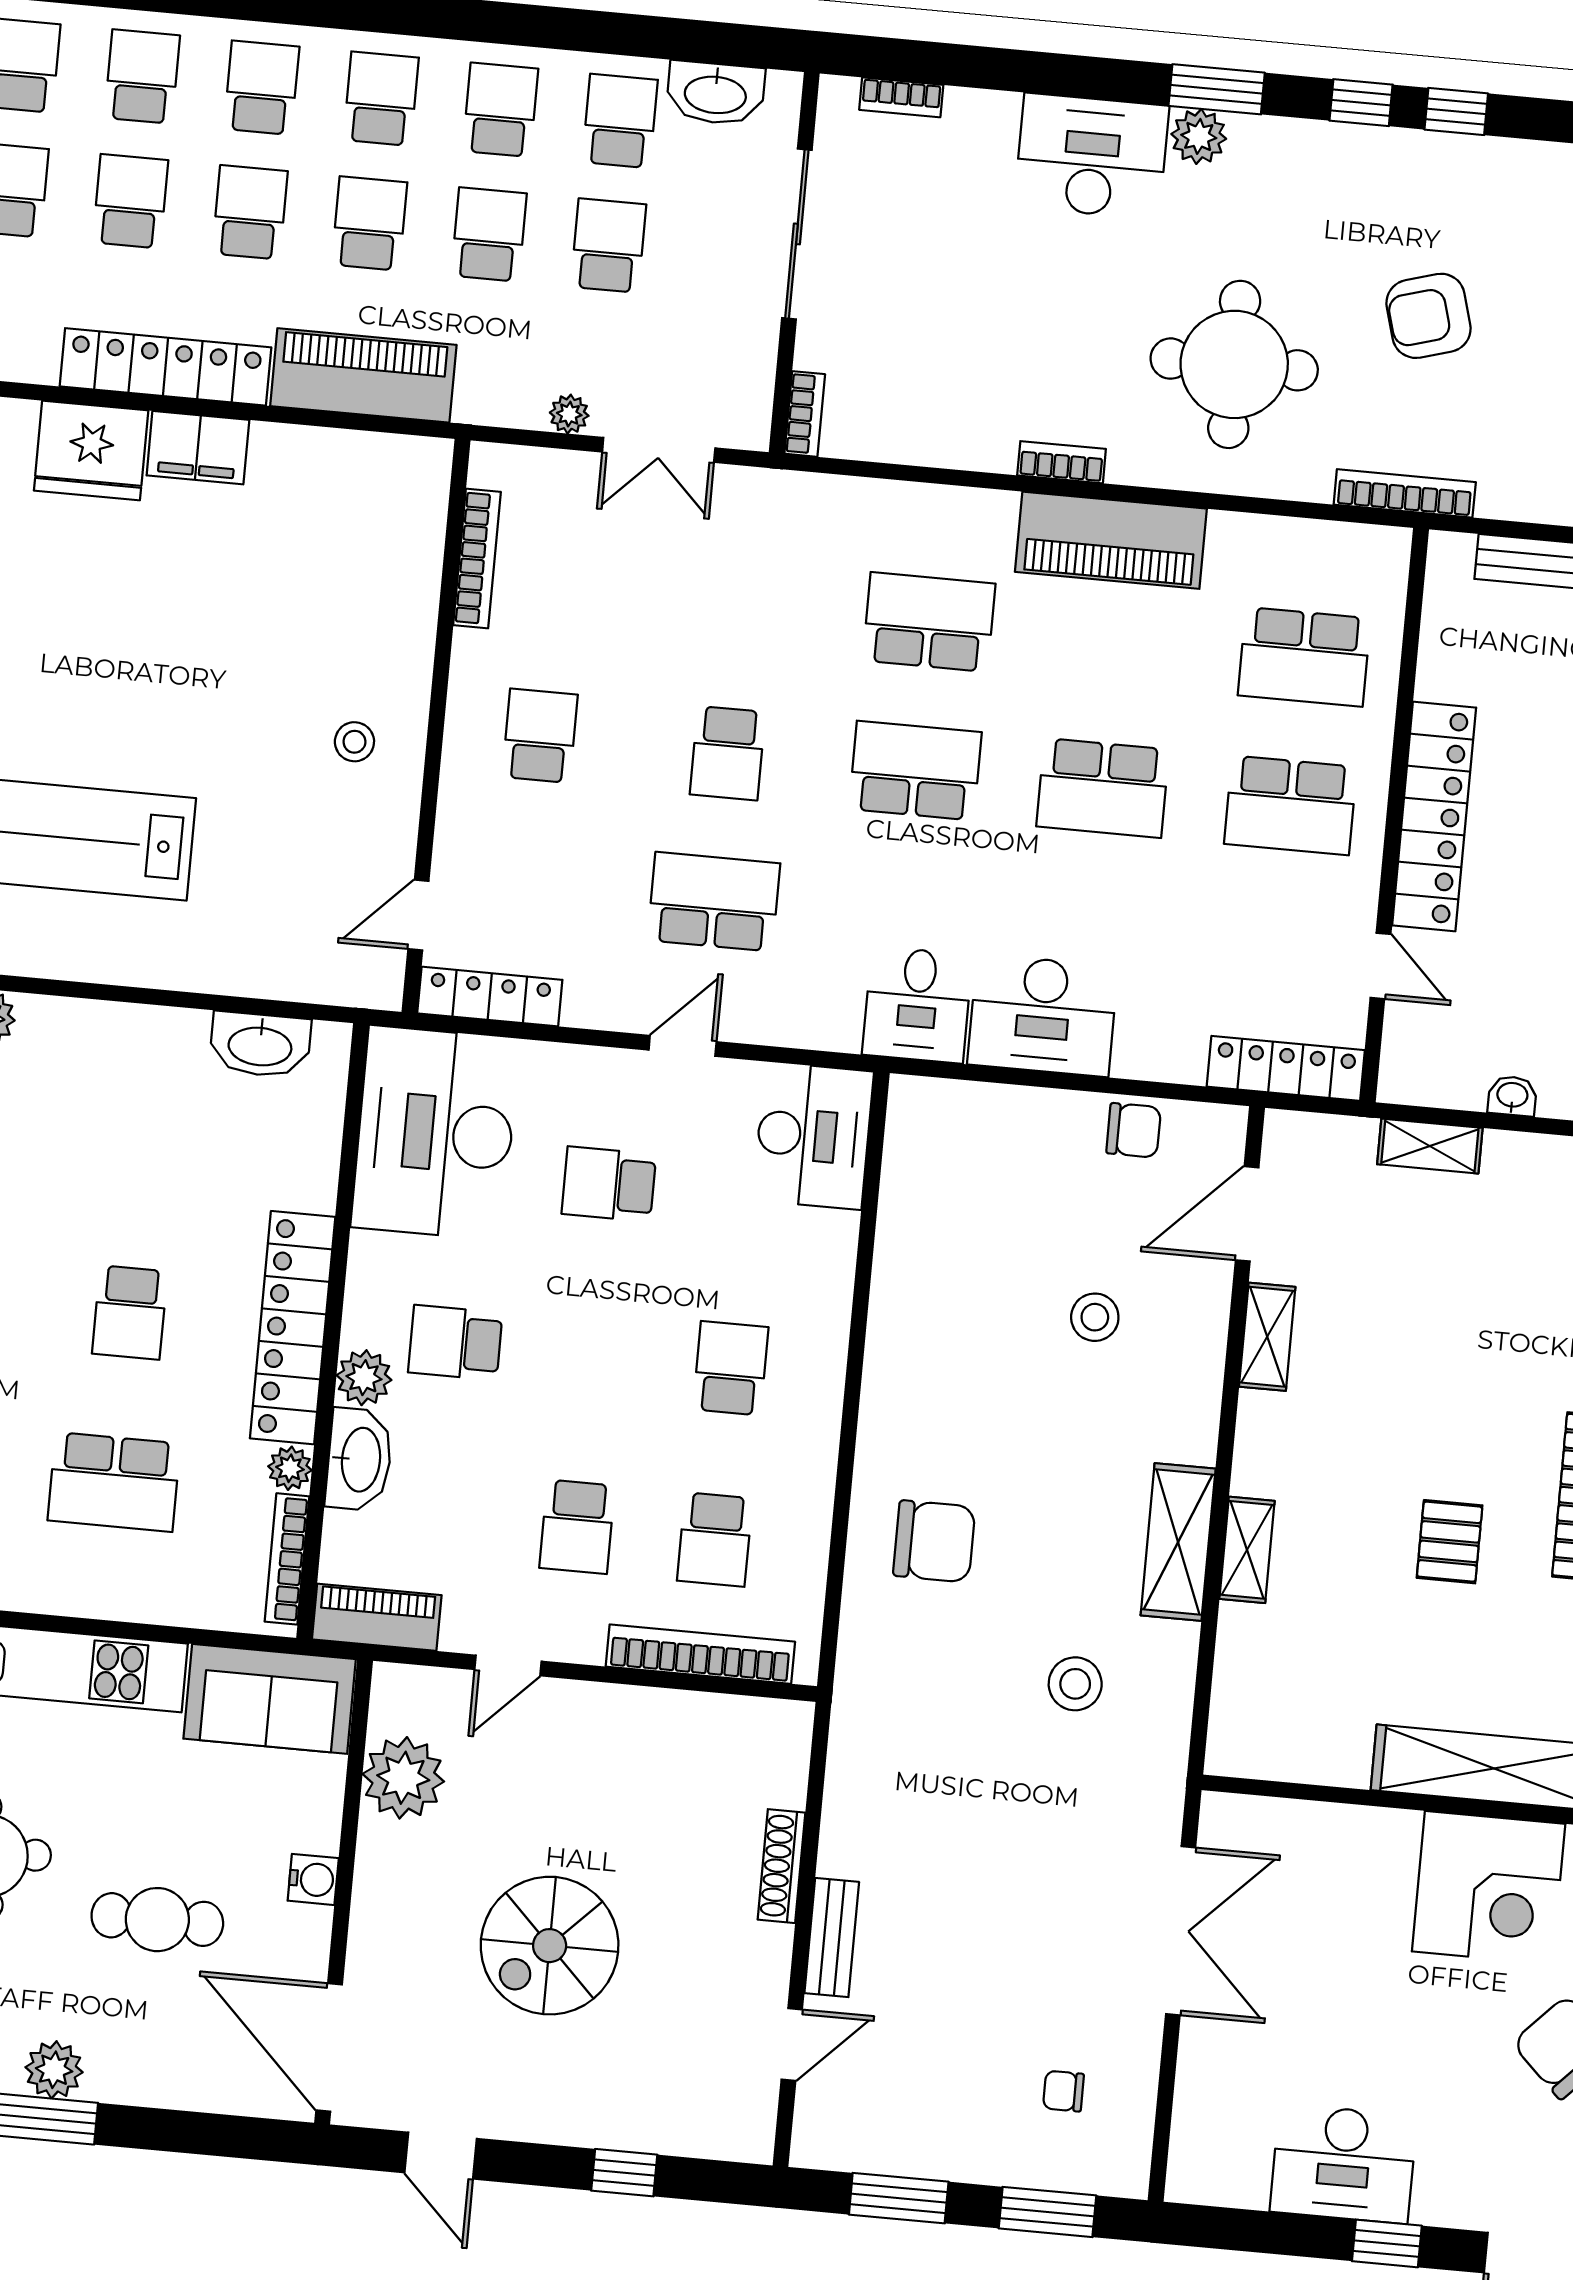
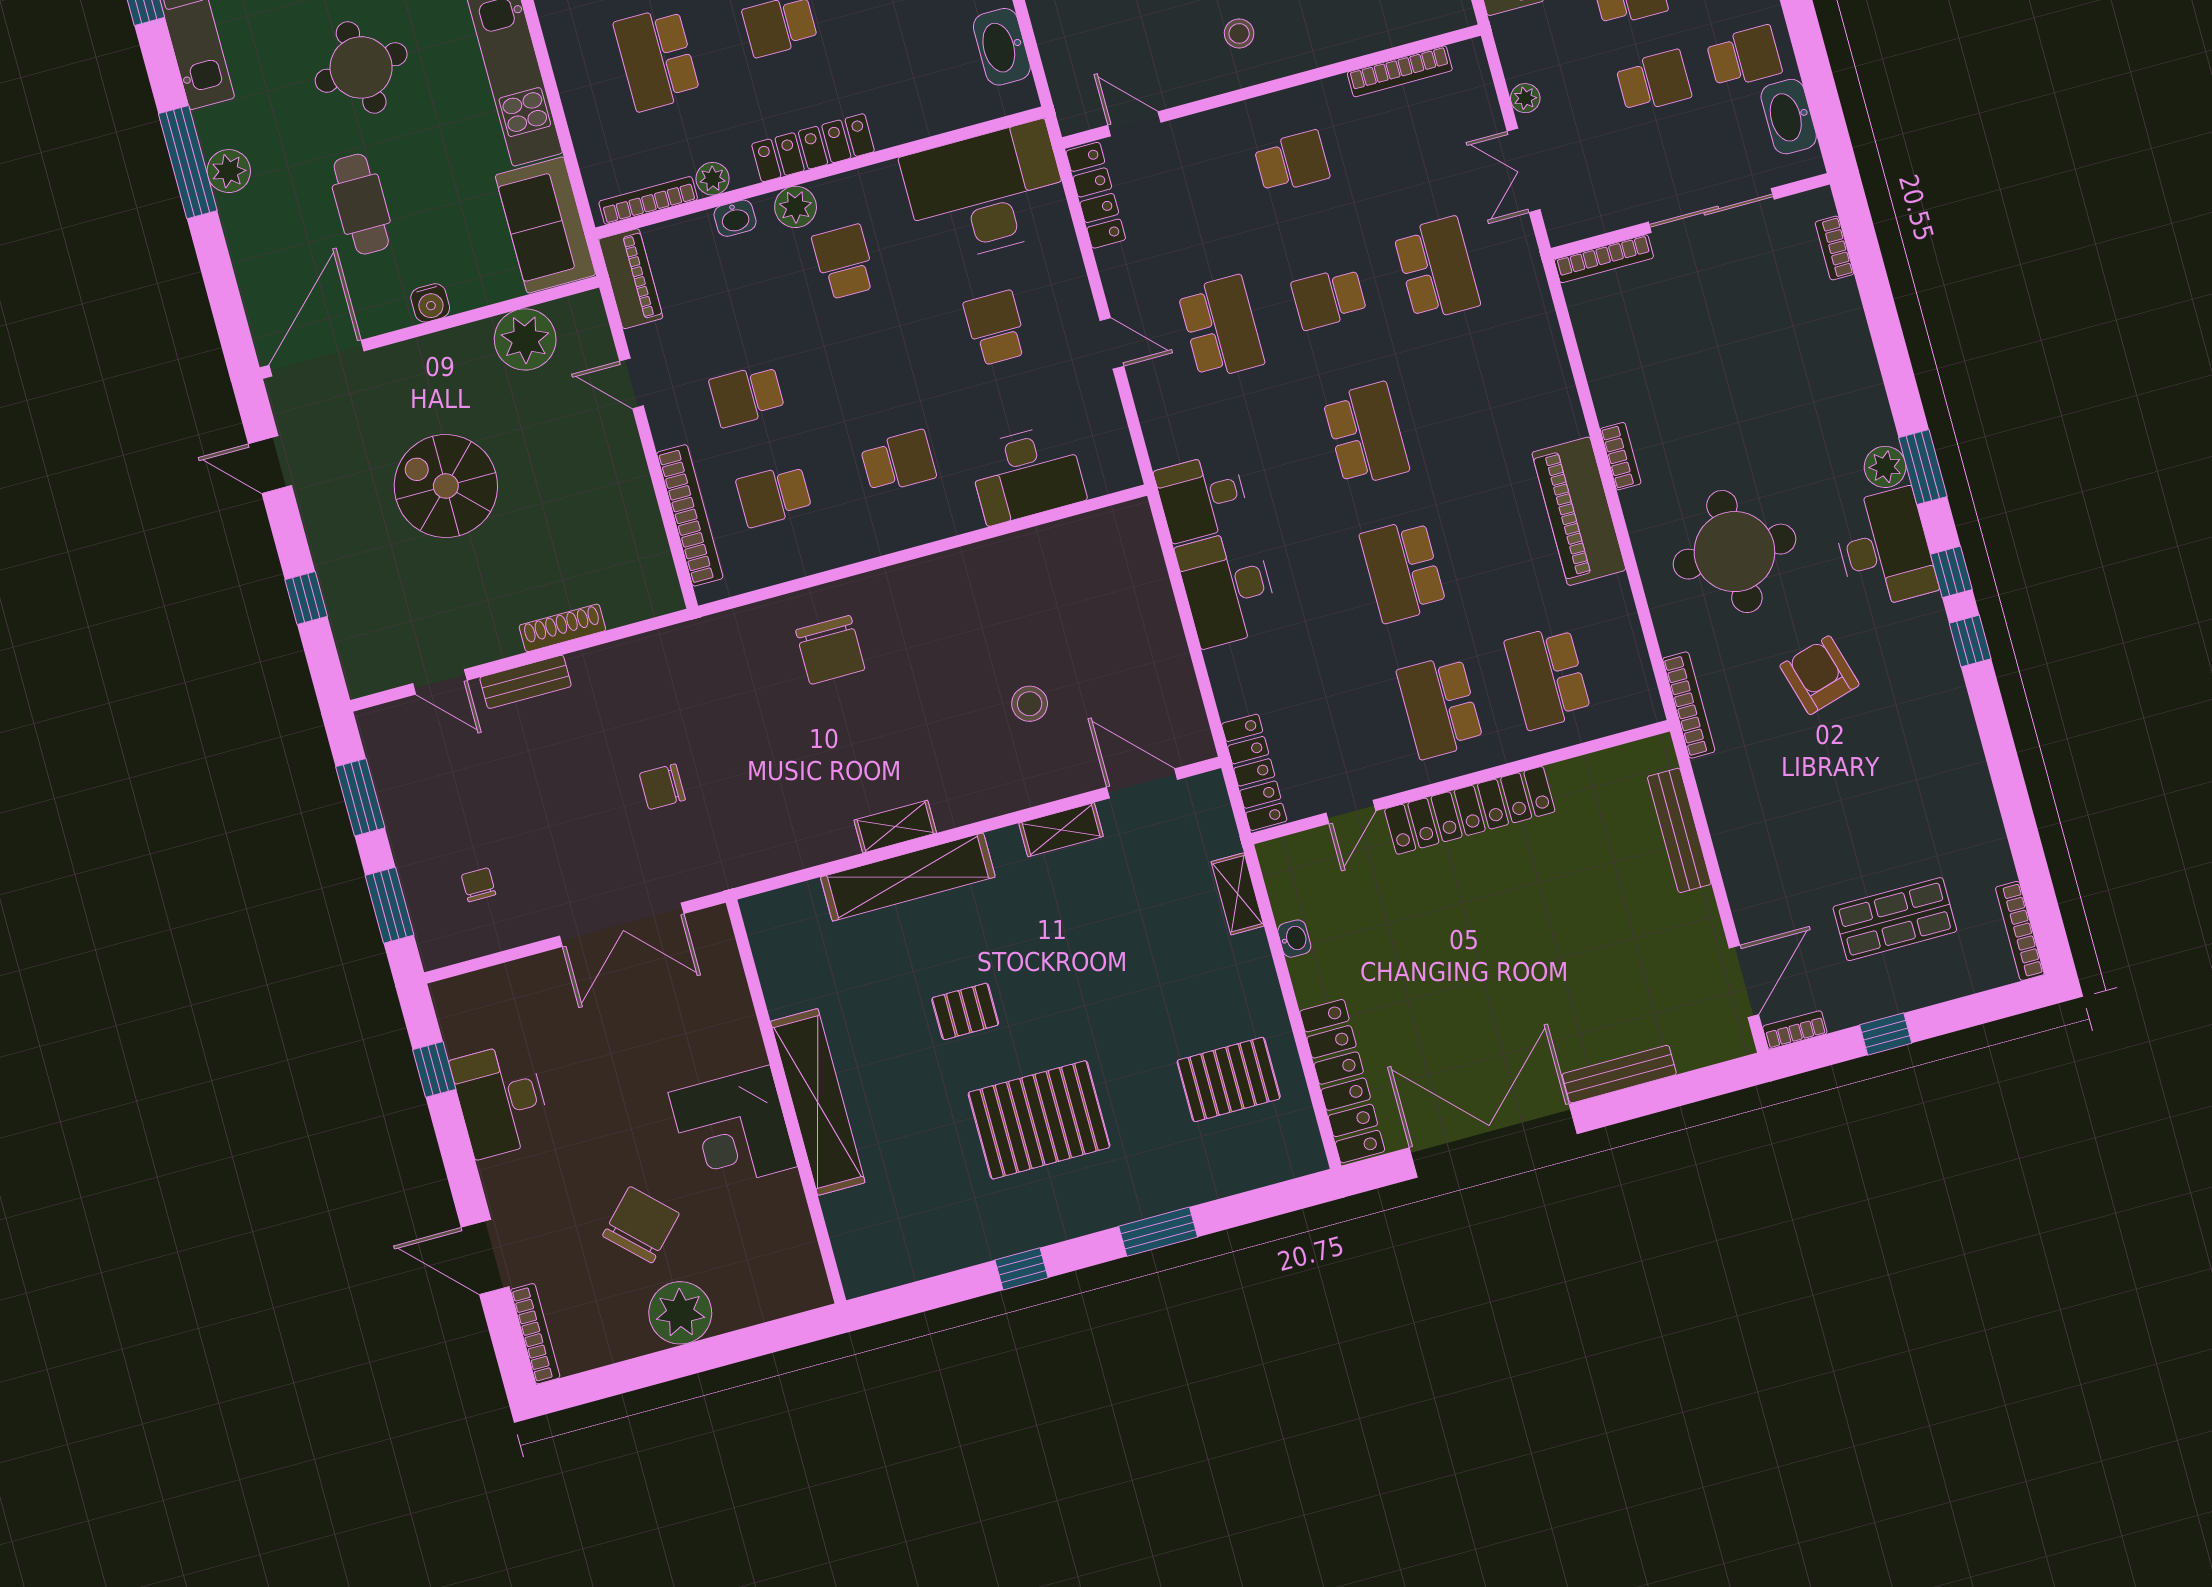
desk: (1092, 156) -> (1884, 549), moved
bookcase: (805, 414) -> (1604, 259), width x1.56
school desk: (929, 622) -> (1437, 269), moved
chair: (1134, 1130) -> (662, 787), moved, turned 90
desk: (813, 1136) -> (1027, 474), moved
locker: (293, 1328) -> (813, 148), width x0.71, depth x0.83
washbasin: (359, 1459) -> (735, 218), width x0.52, depth x0.69
shelving: (1178, 1542) -> (895, 827), width x0.67, depth x0.75
shelving: (1247, 1550) -> (908, 877), width x2.20, depth x1.33
stool: (1075, 1684) -> (767, 786), removed
door: (441, 2156) -> (270, 465), hinge flipped
window: (1387, 2243) -> (434, 1069), moved

